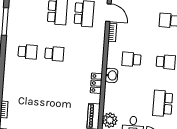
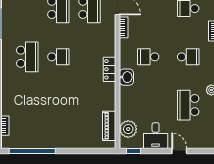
school desk: (28, 52) -> (27, 57), width x1.85
locker: (96, 83) -> (110, 69), moved

